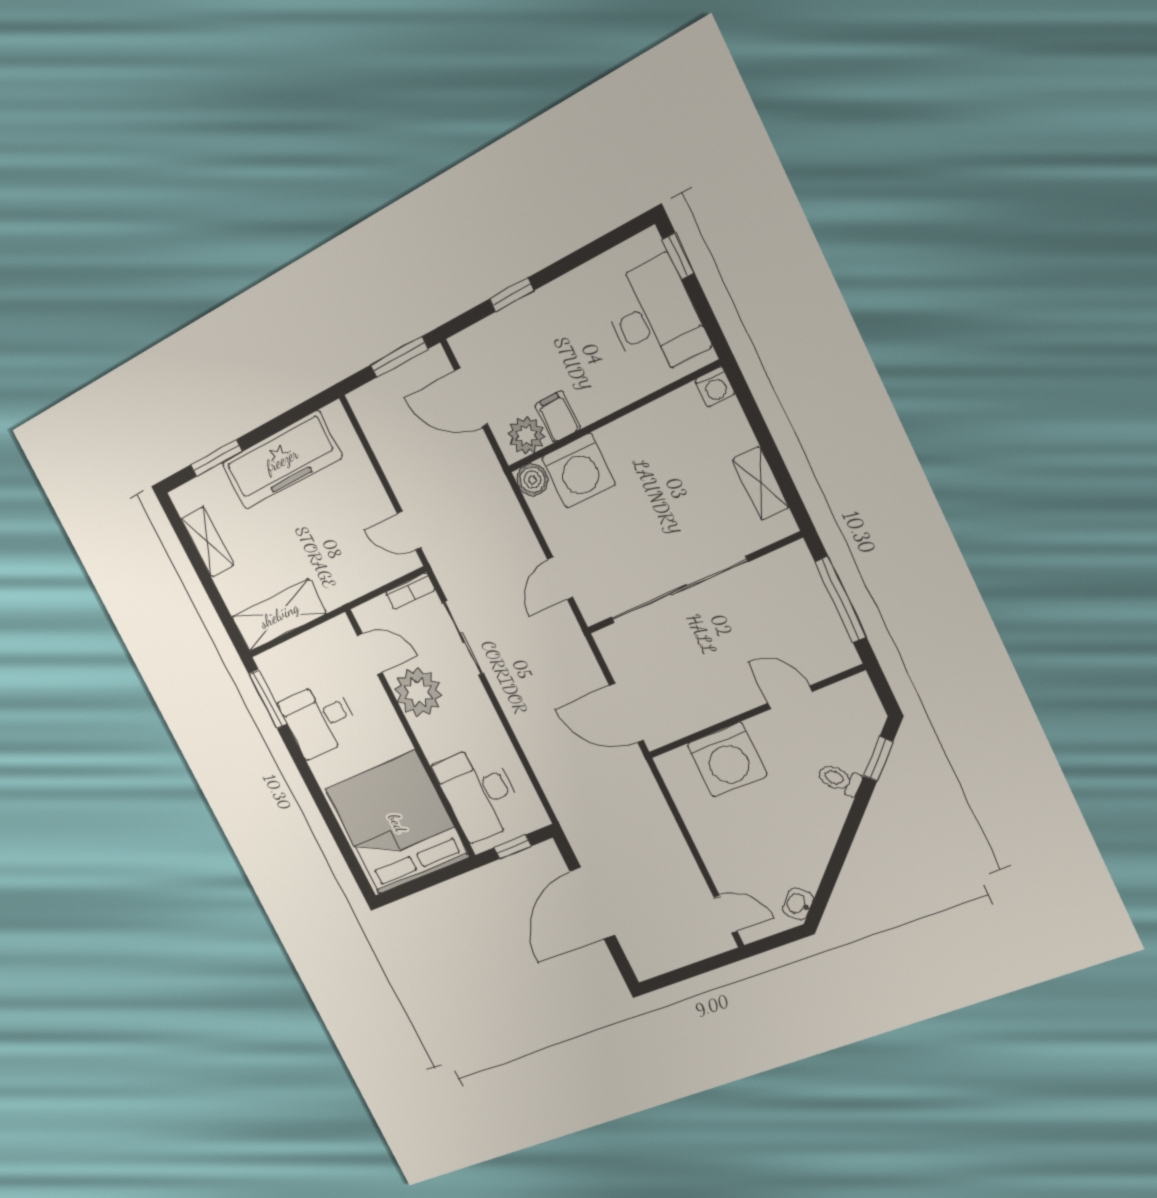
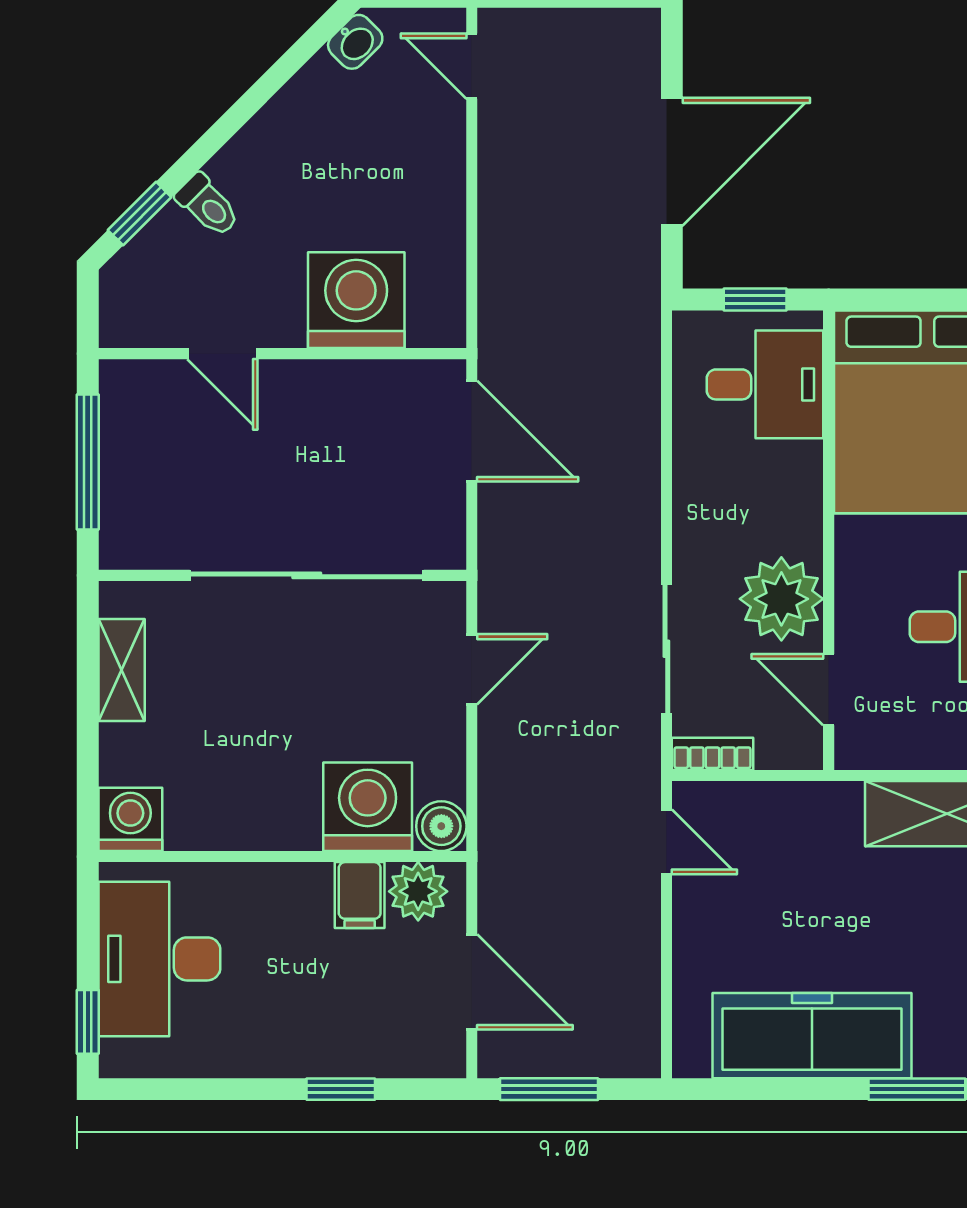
washing machine: (715, 387) -> (130, 819), width x1.38, depth x1.38
desk: (479, 793) -> (765, 384), width x0.73

